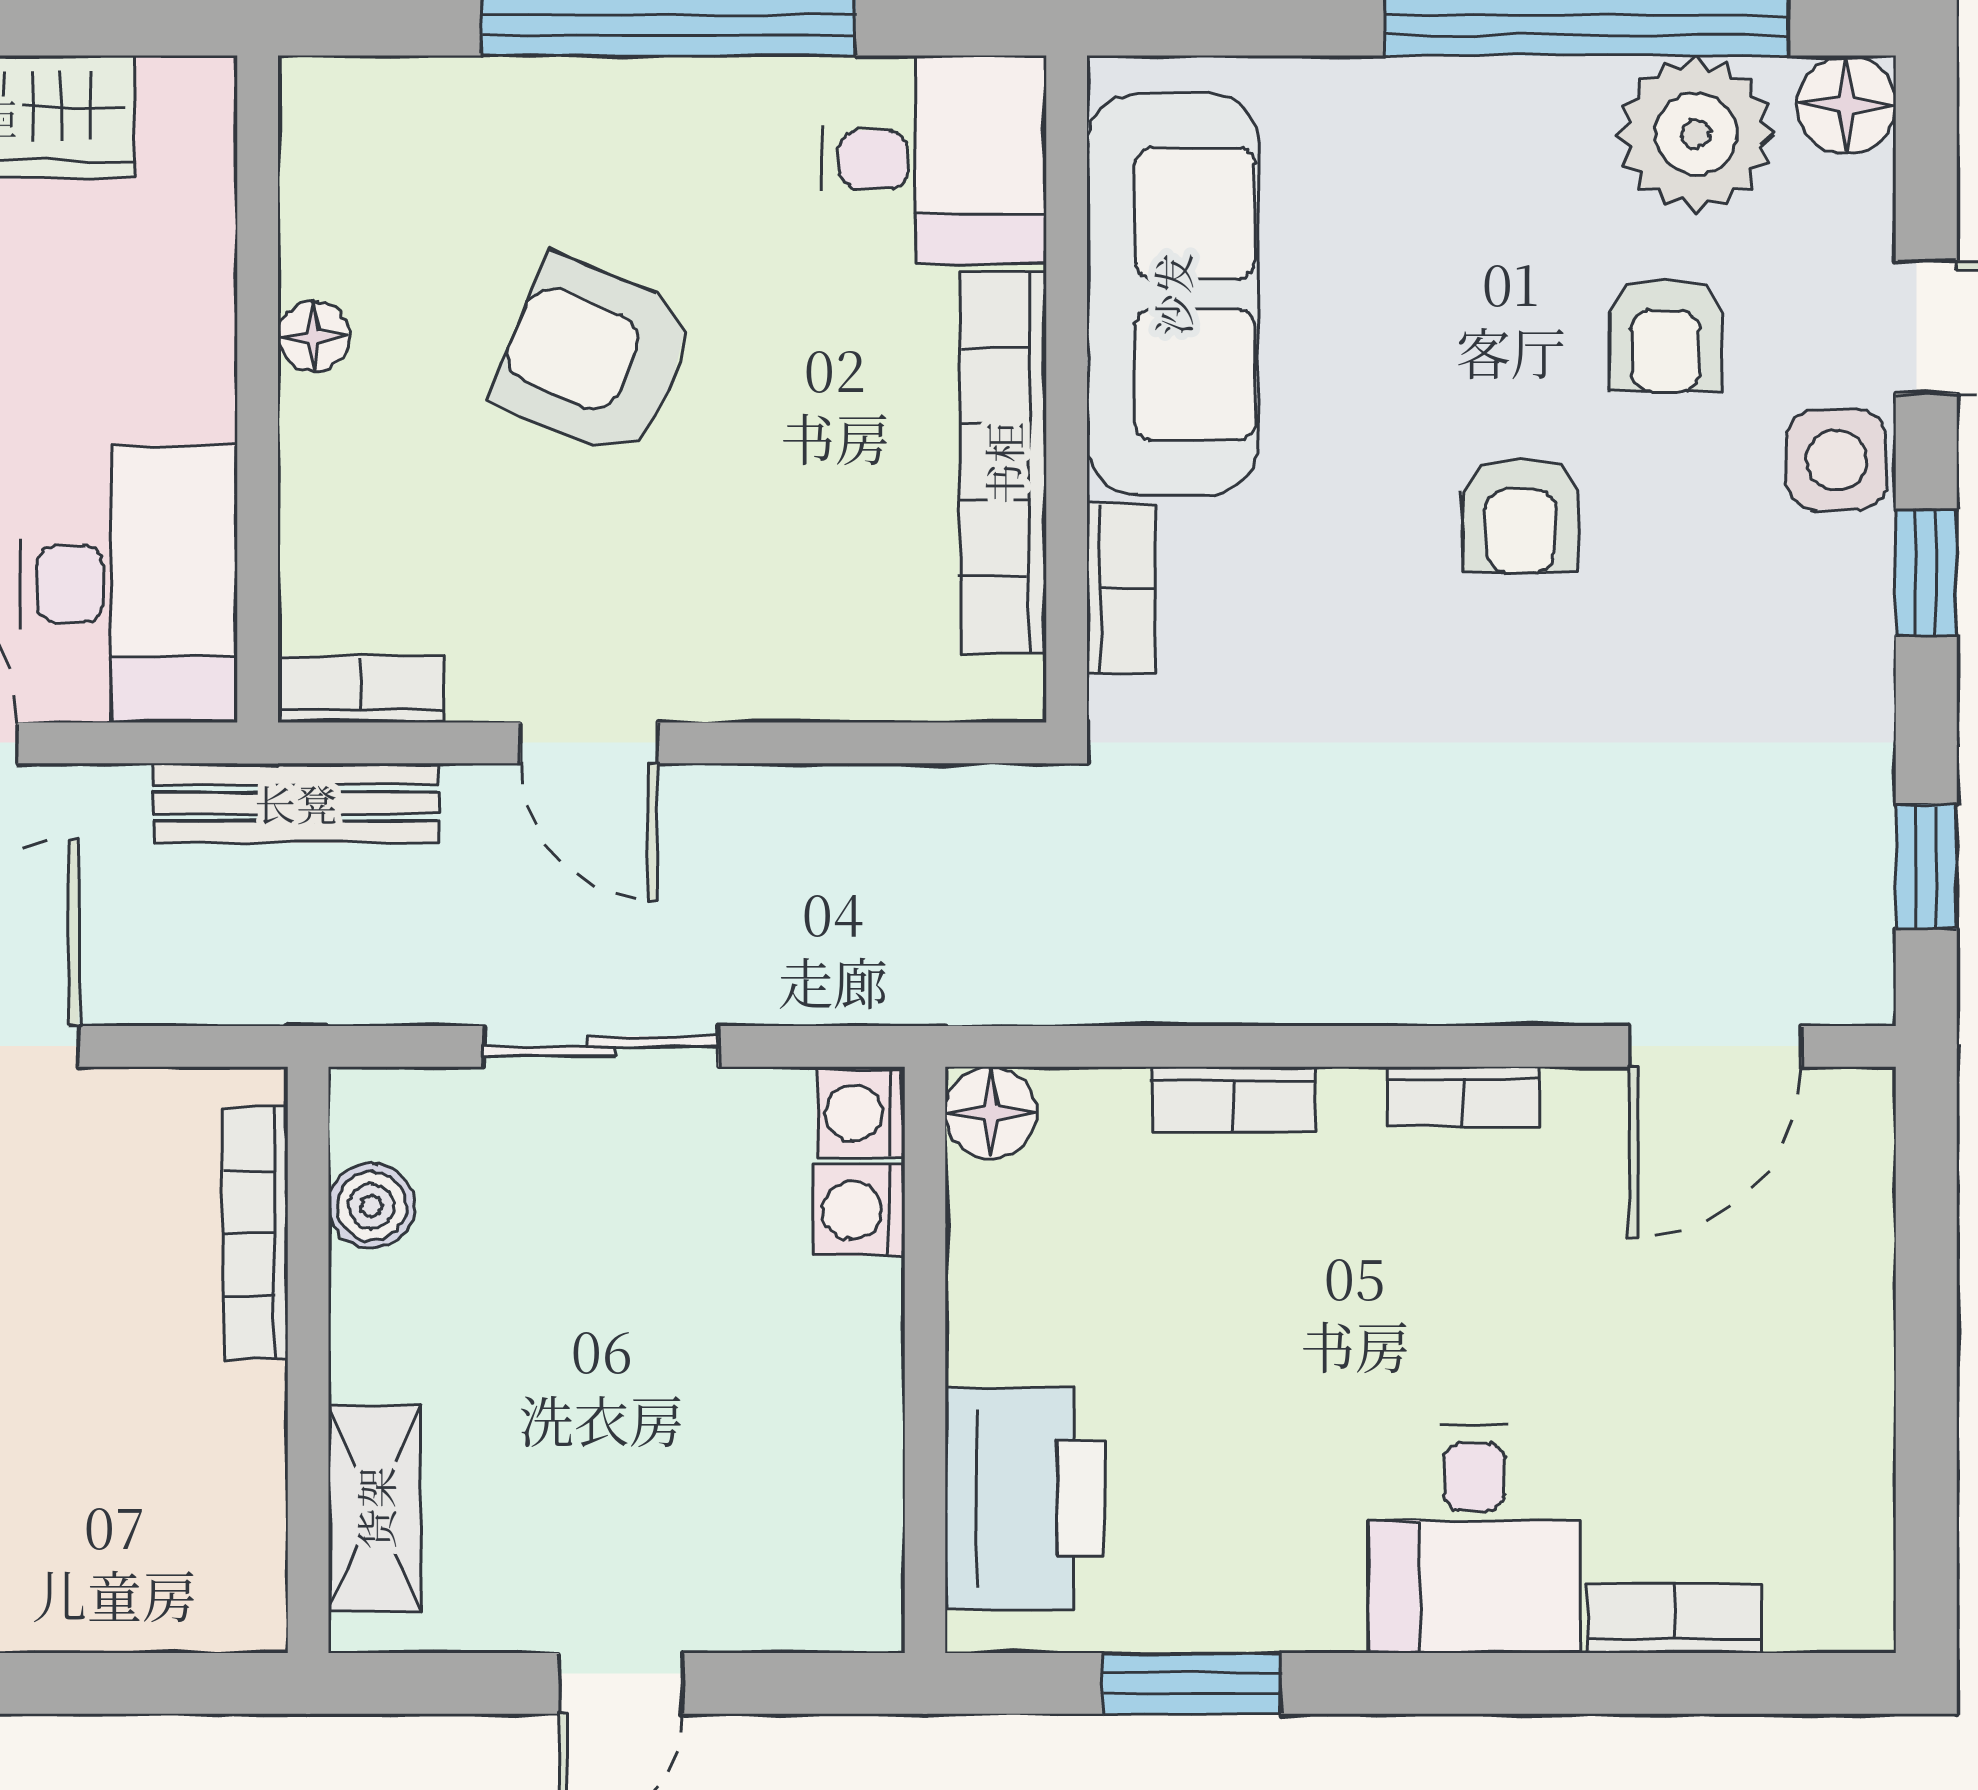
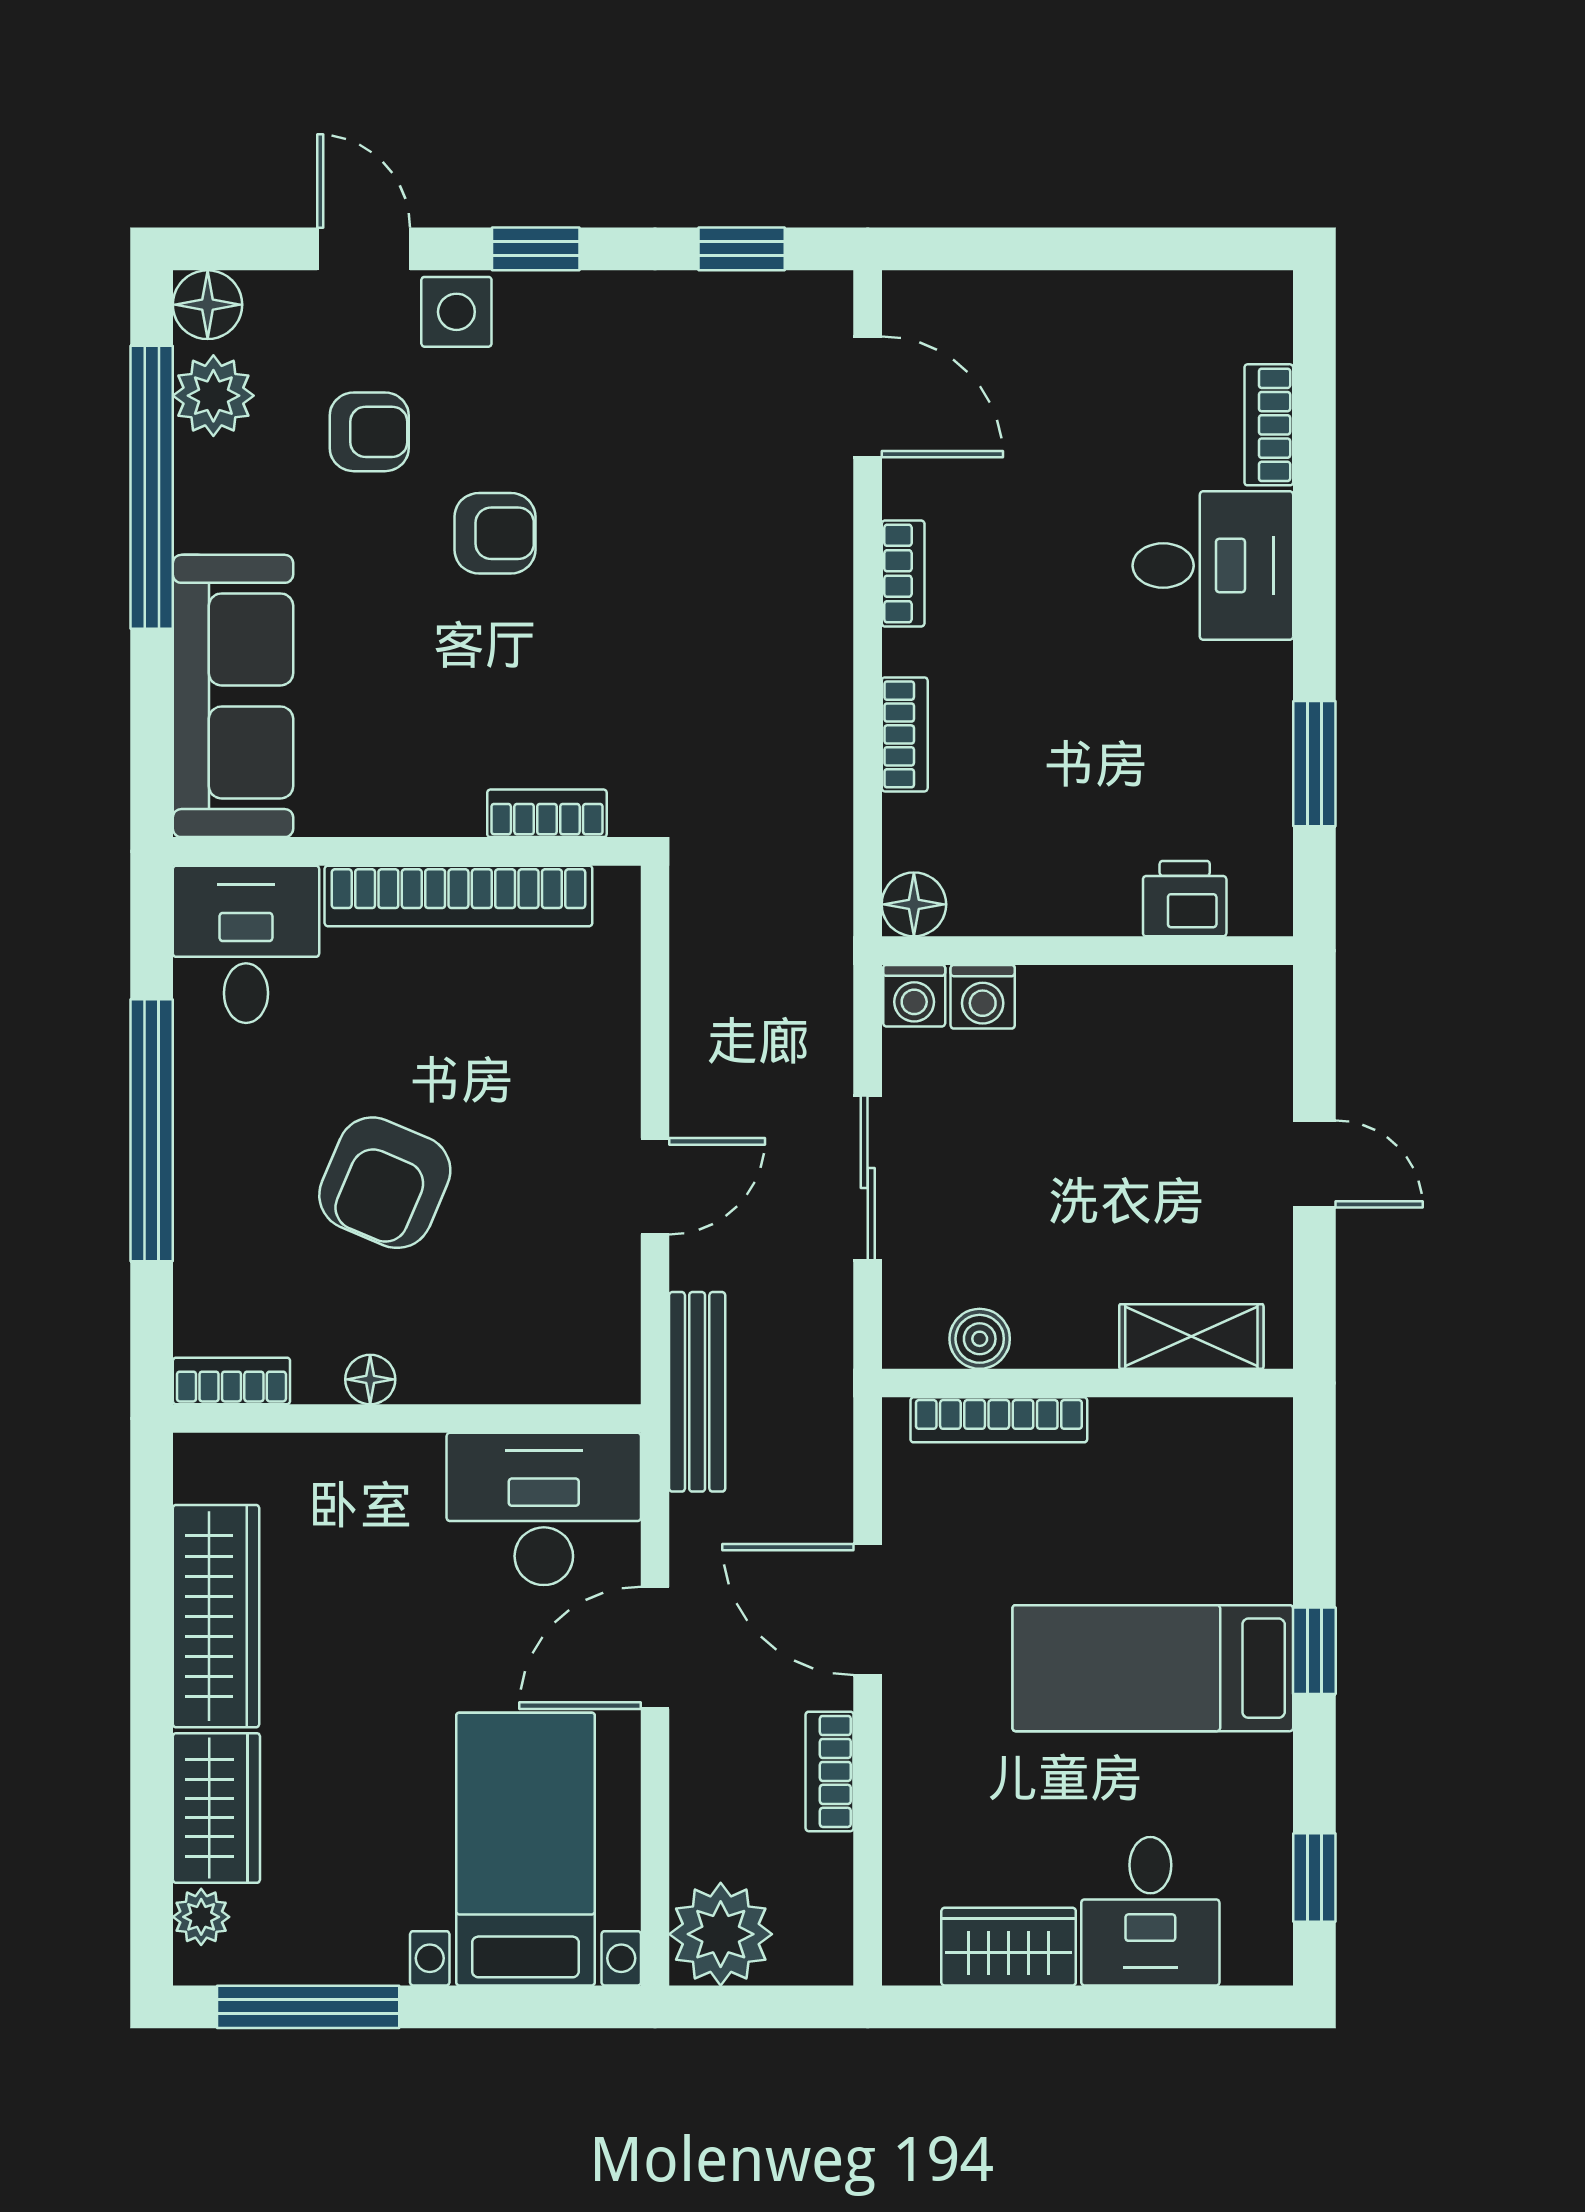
plant: (1696, 134) -> (213, 396), width x0.73, depth x0.73
sofa: (1172, 294) -> (233, 696), moved, turned 90
bookcase: (361, 689) -> (231, 1381), moved, turned 90
printer: (1025, 1499) -> (1185, 899), width x0.53, depth x0.68

